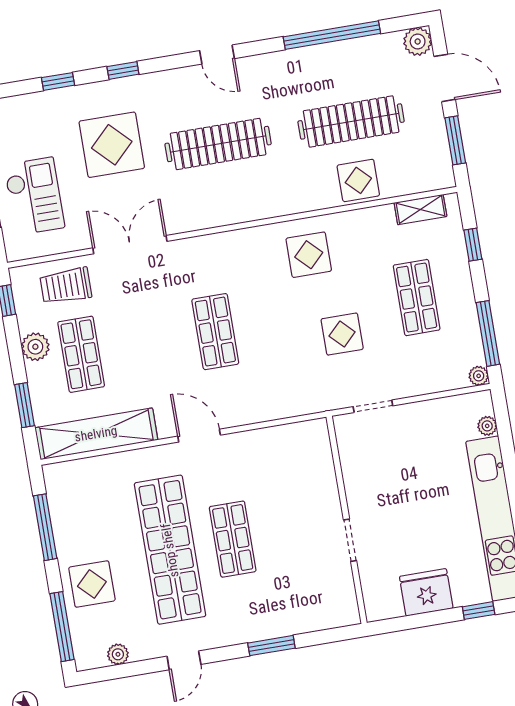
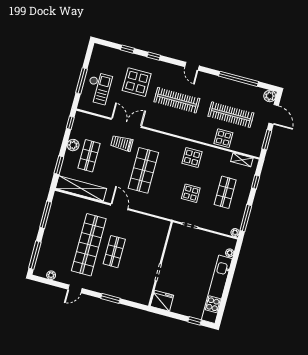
trolley: (66, 286) -> (122, 143), moved
shop shelf: (215, 332) -> (143, 170), width x1.43, depth x1.36
display table: (92, 584) -> (53, 244), removed
fridge: (426, 592) -> (162, 301), moved

